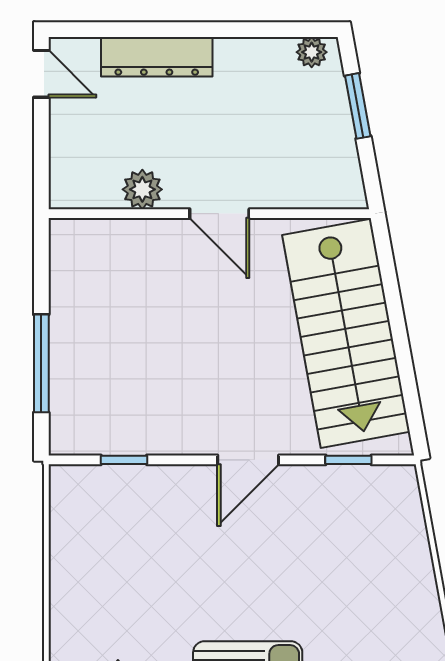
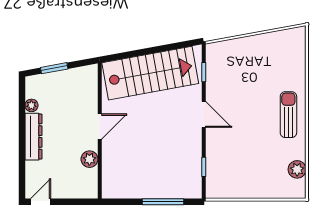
plant: (312, 52) -> (31, 105), moved
dresser: (157, 57) -> (33, 137), moved

